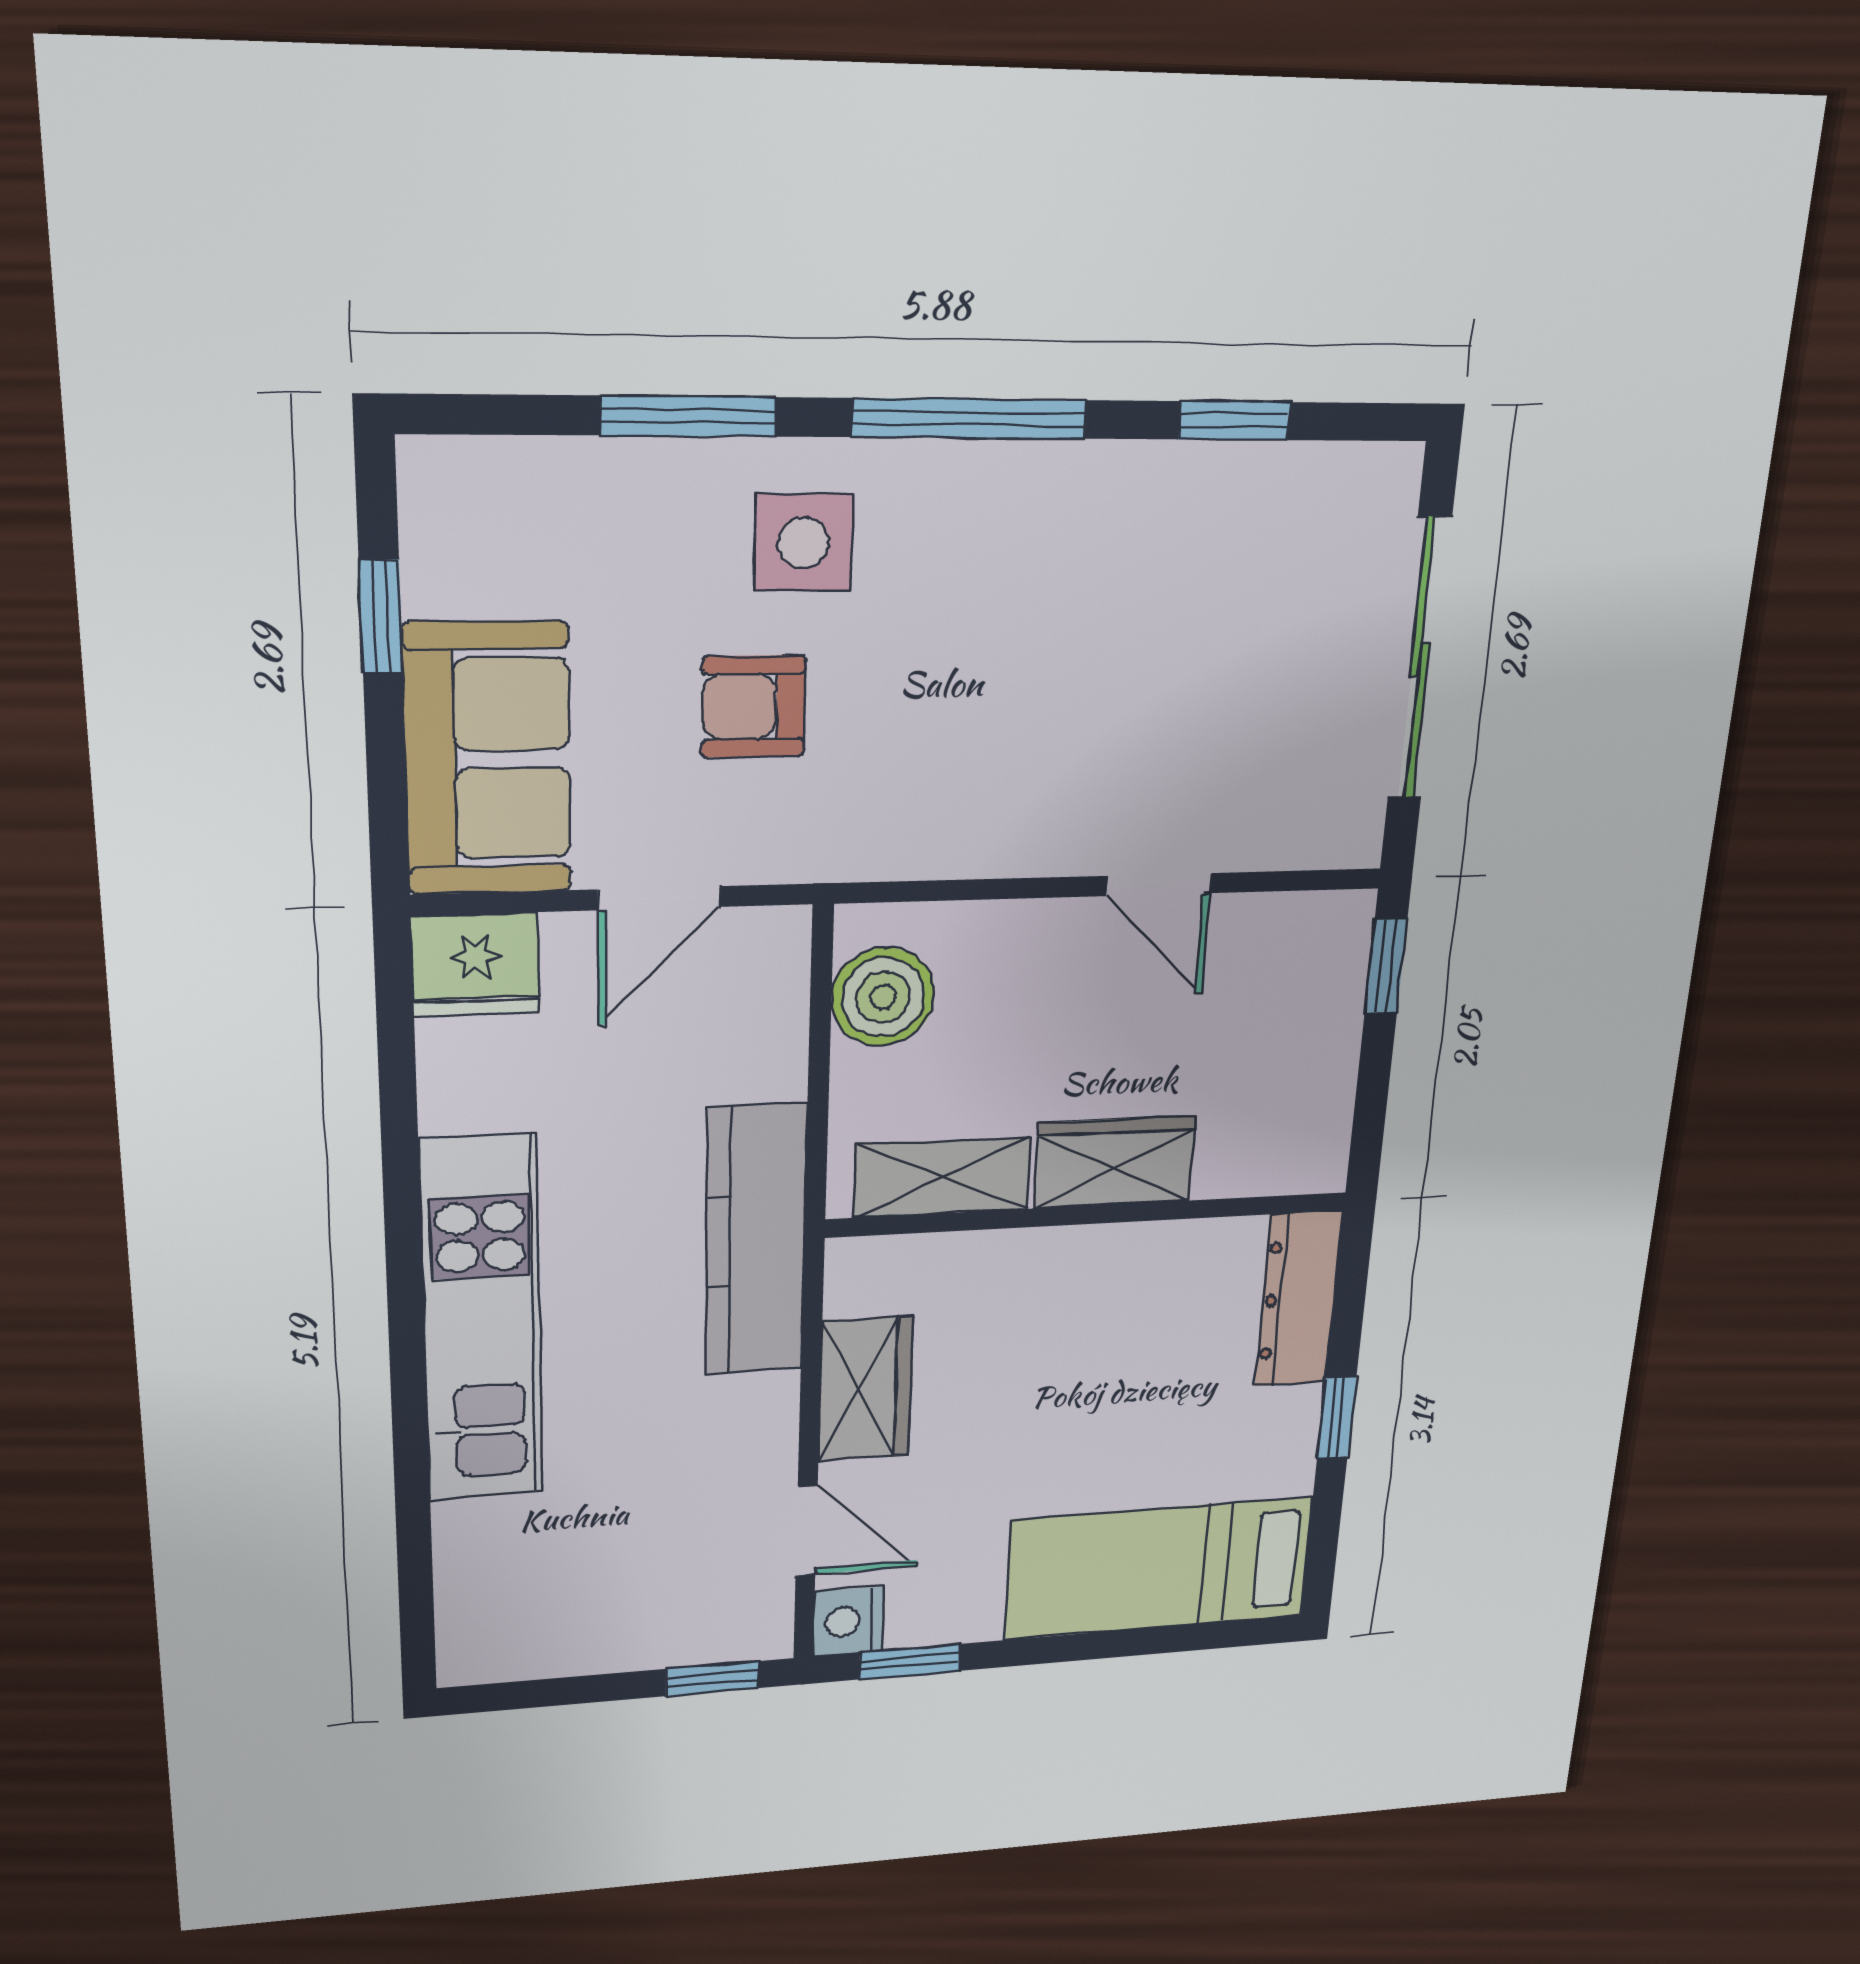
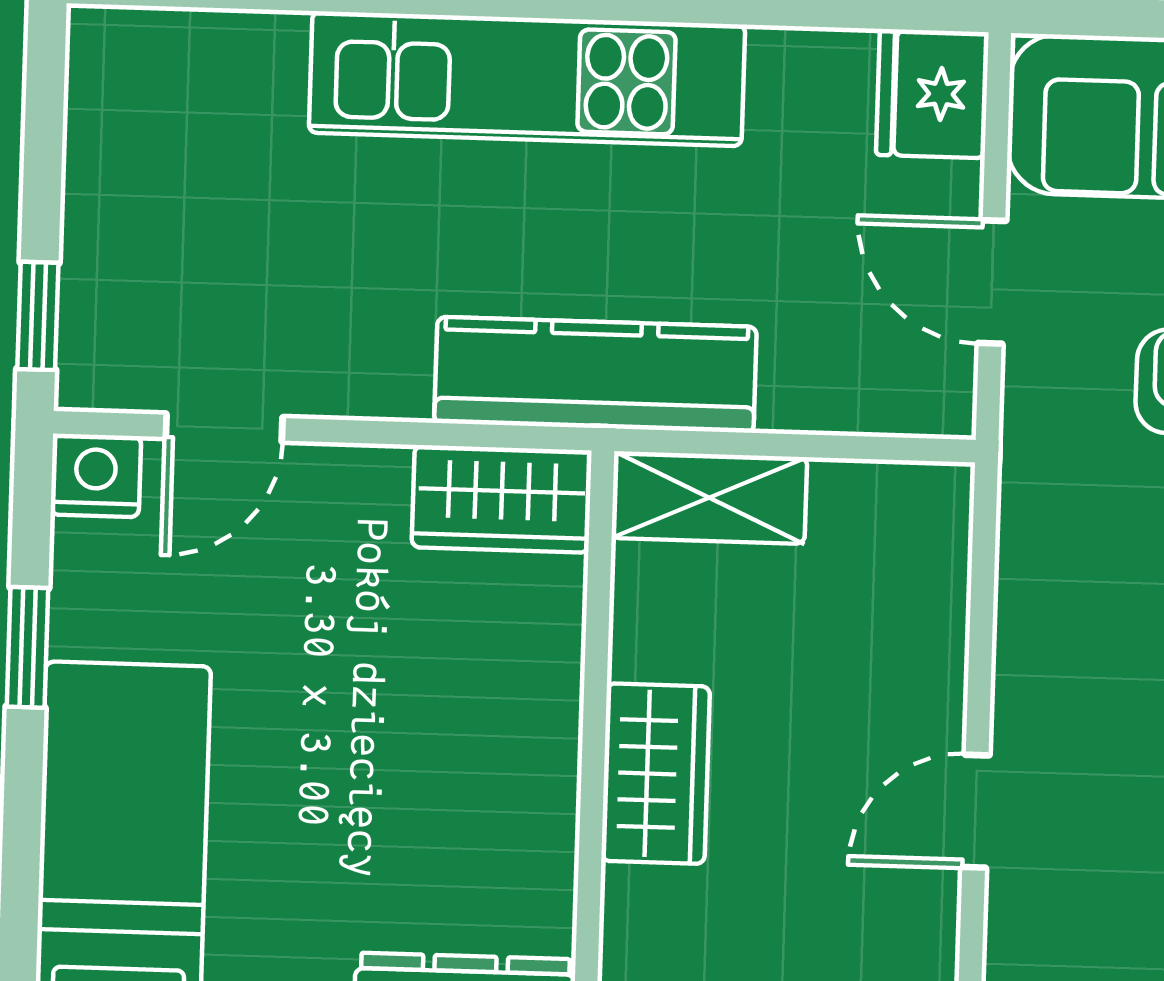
boiler: (883, 997) -> (868, 514), removed
shelving: (942, 1177) -> (709, 498), moved, turned 90
wardrobe: (866, 1389) -> (502, 499), moved
window: (910, 1662) -> (27, 647), moved

